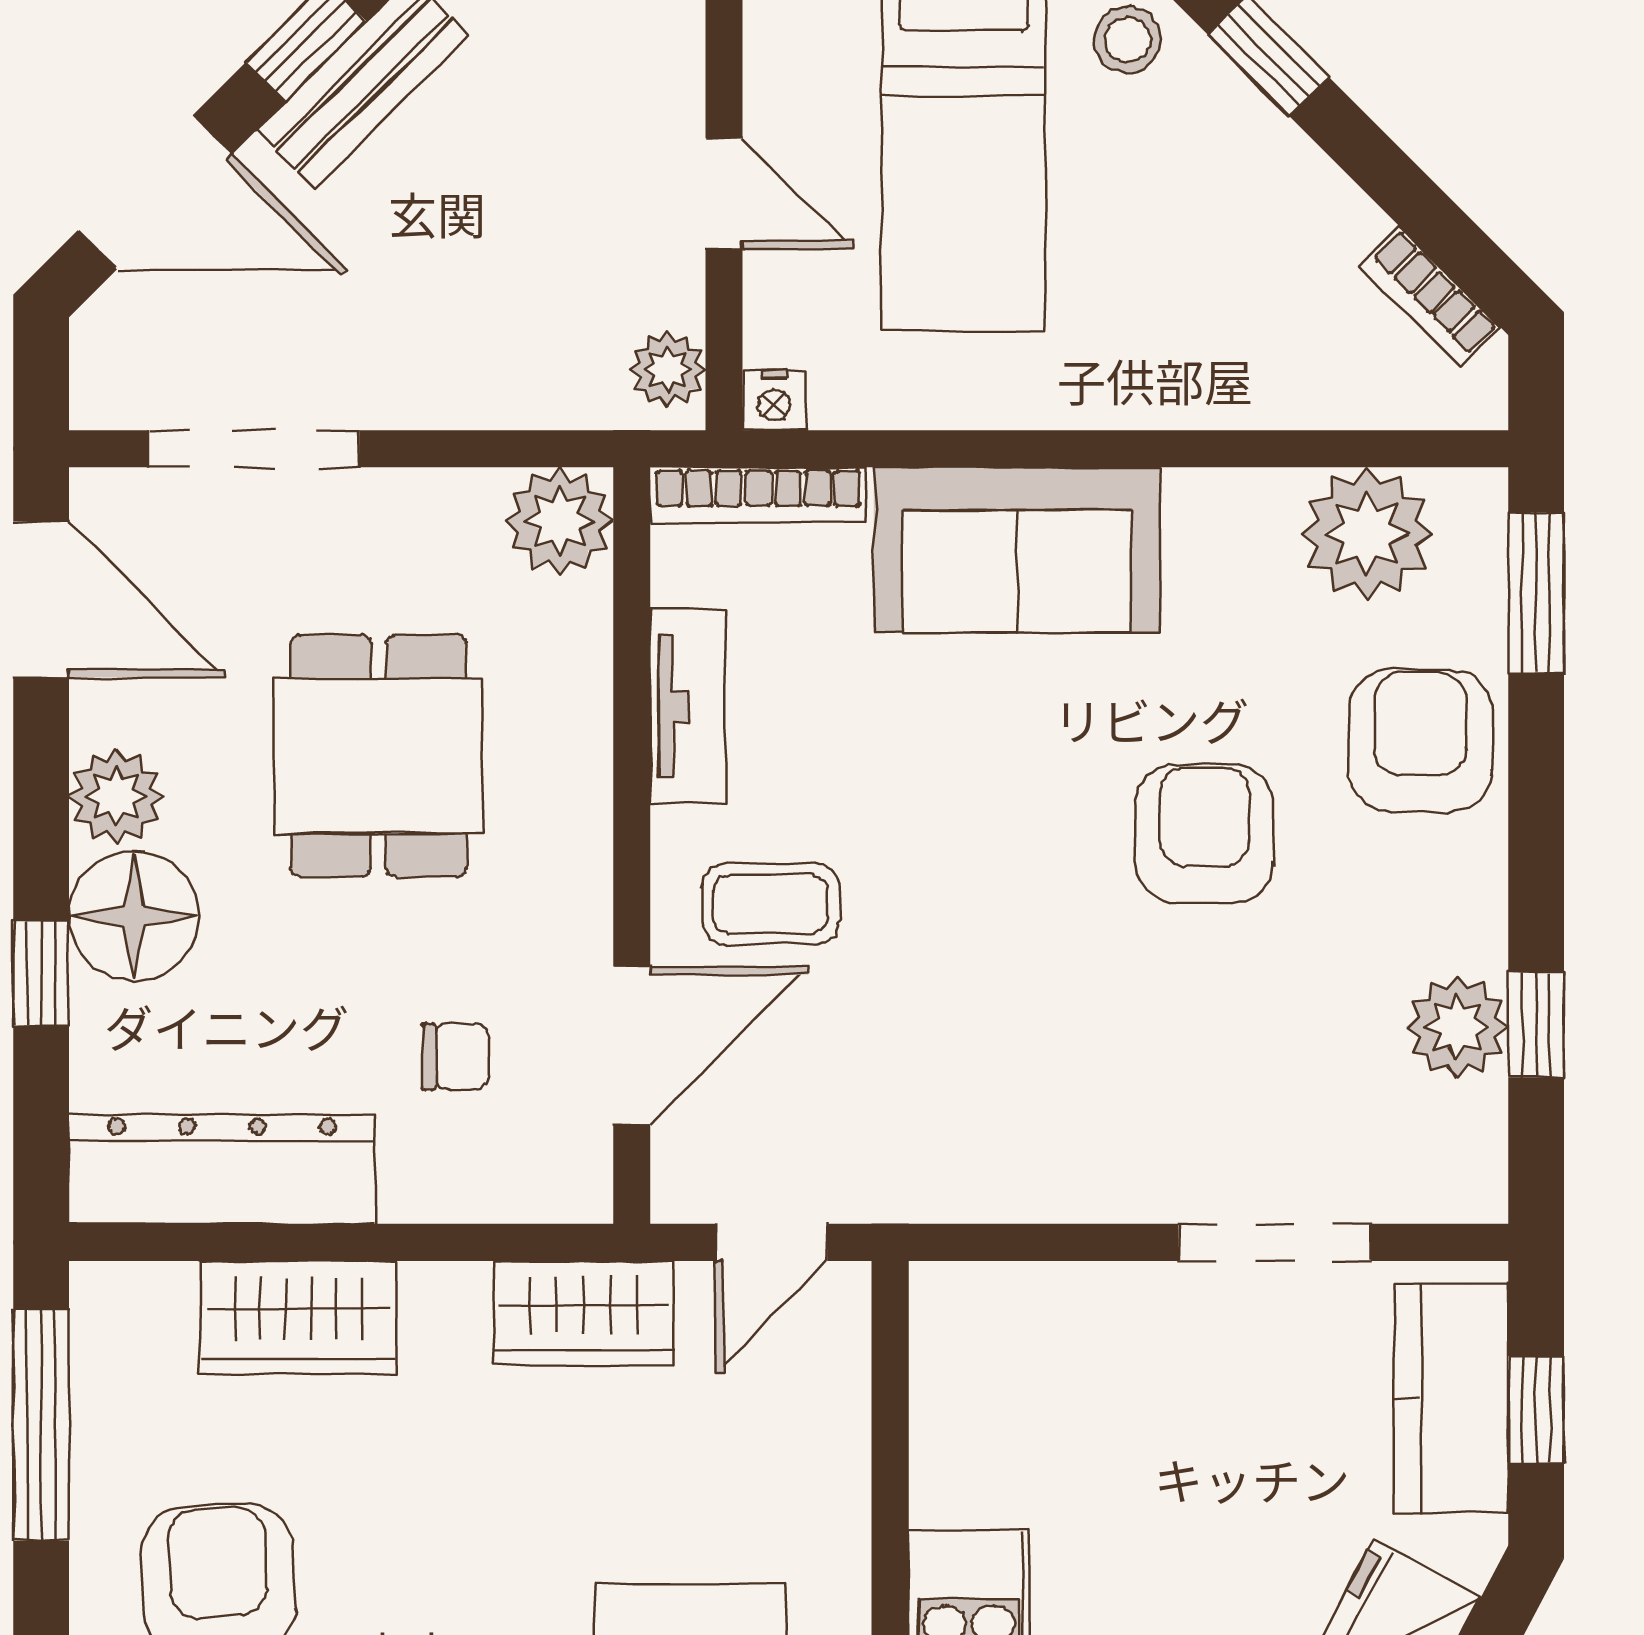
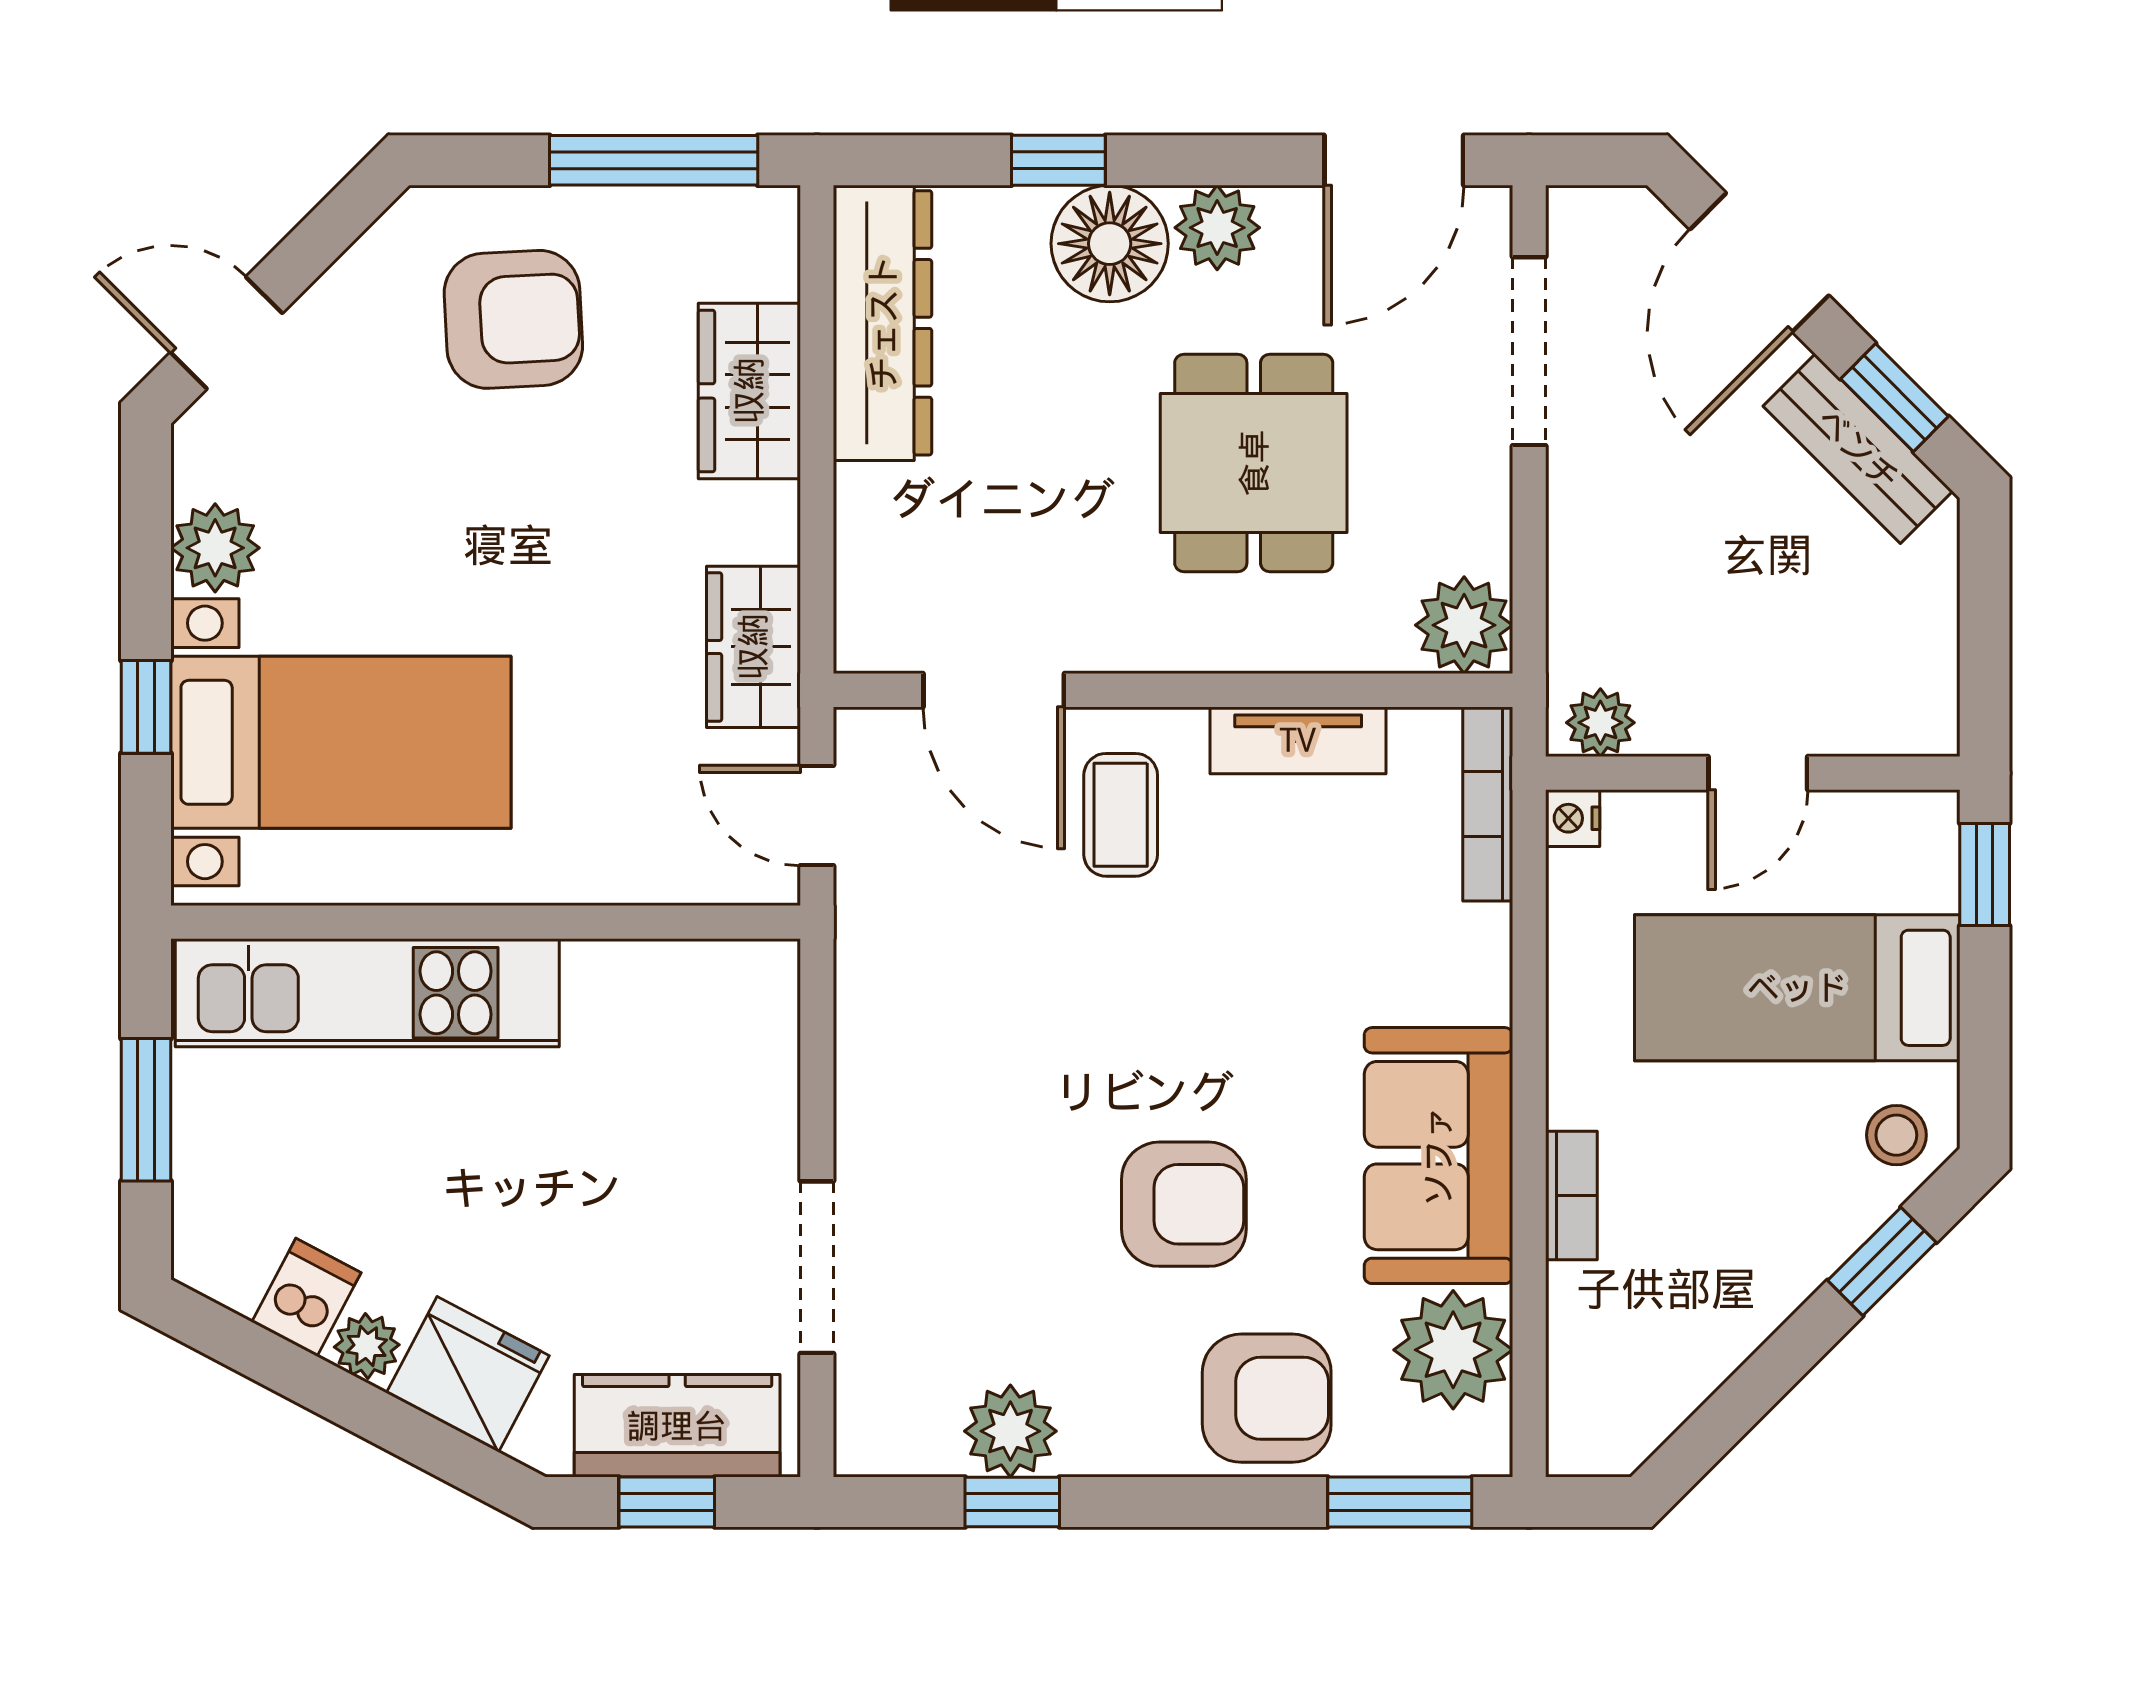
bookcase: (1430, 297) -> (1571, 1196), moved, turned 135
sofa: (1017, 550) -> (1438, 1156), moved
dining table: (378, 756) -> (1254, 463), turned 90
chair: (456, 1056) -> (984, 532), removed

